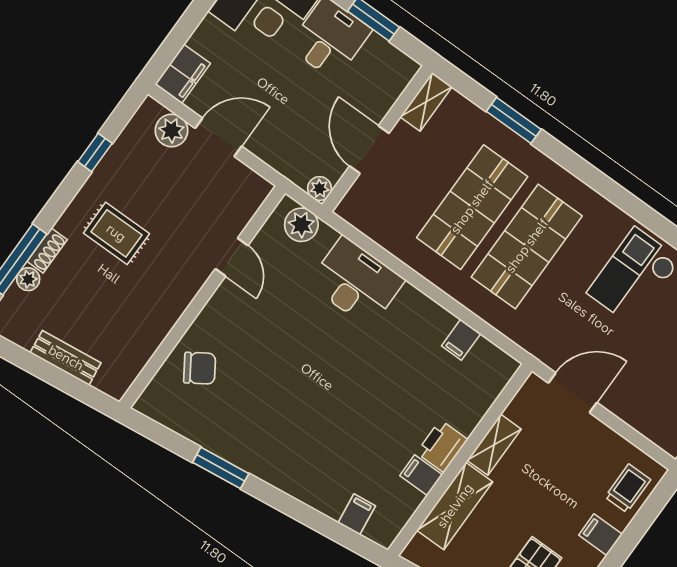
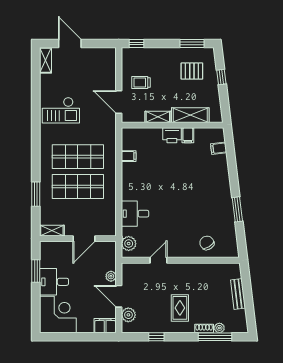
plant: (320, 188) -> (111, 276), moved
desk: (356, 282) -> (135, 214), width x0.73
trolley: (628, 488) -> (141, 83), moved
window: (656, 502) -> (137, 43), added
filing cabinet: (600, 535) -> (163, 55), removed

